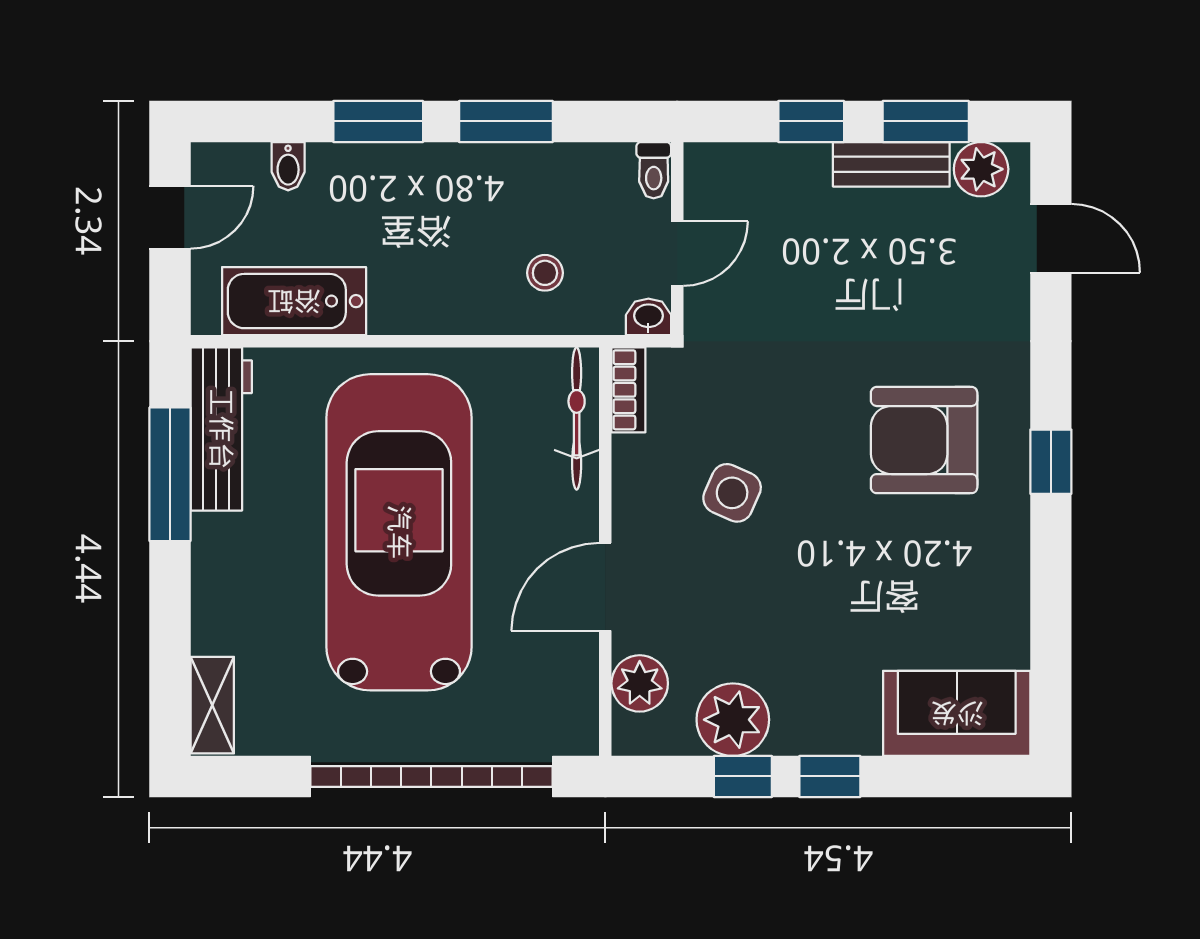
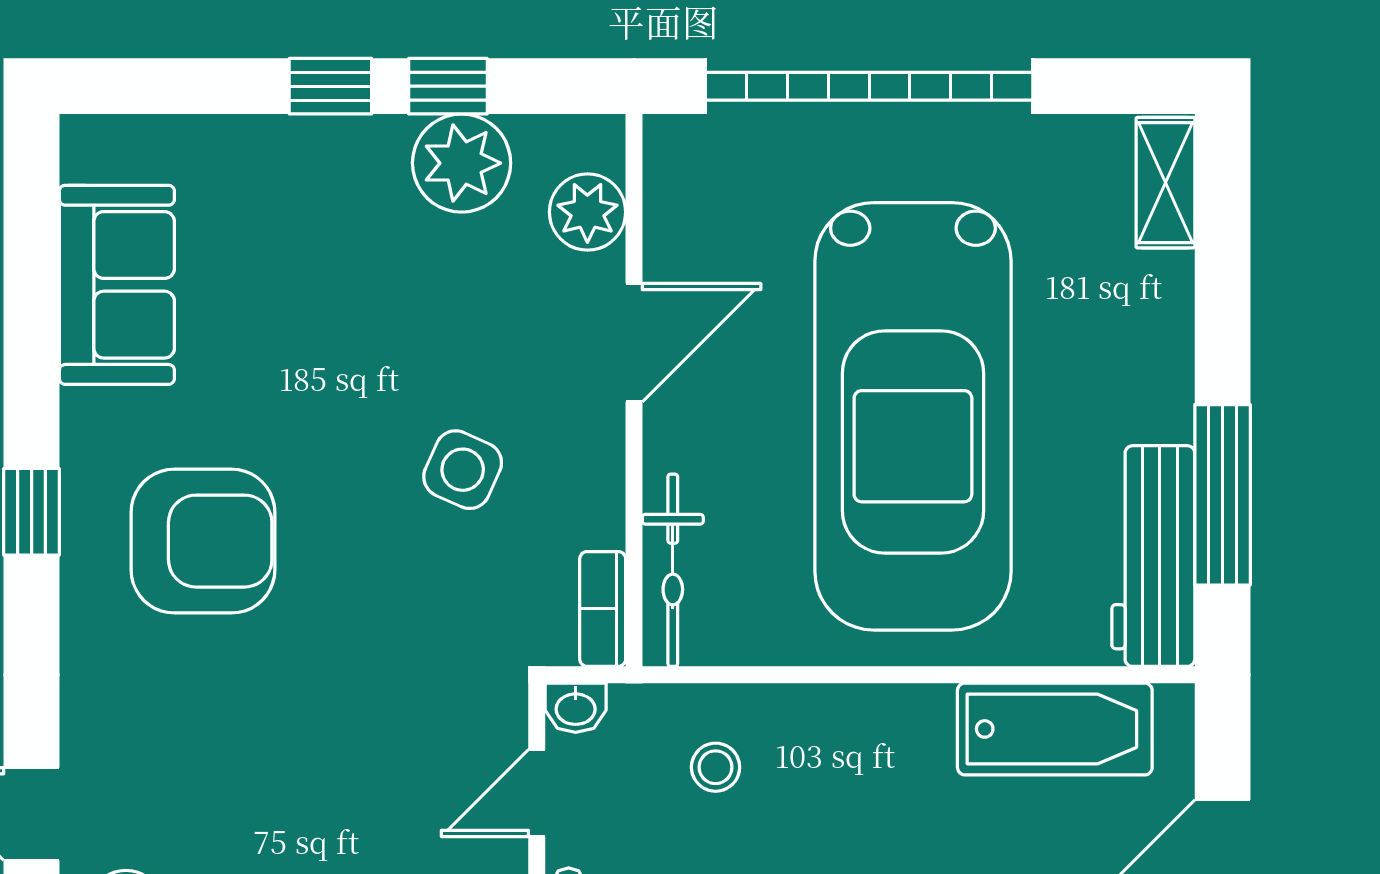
sofa: (957, 713) -> (117, 285), moved, turned -90

